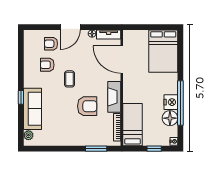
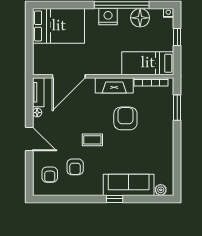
armchair: (51, 44) -> (50, 175), moved
nightstand: (171, 102) -> (108, 17), moved

